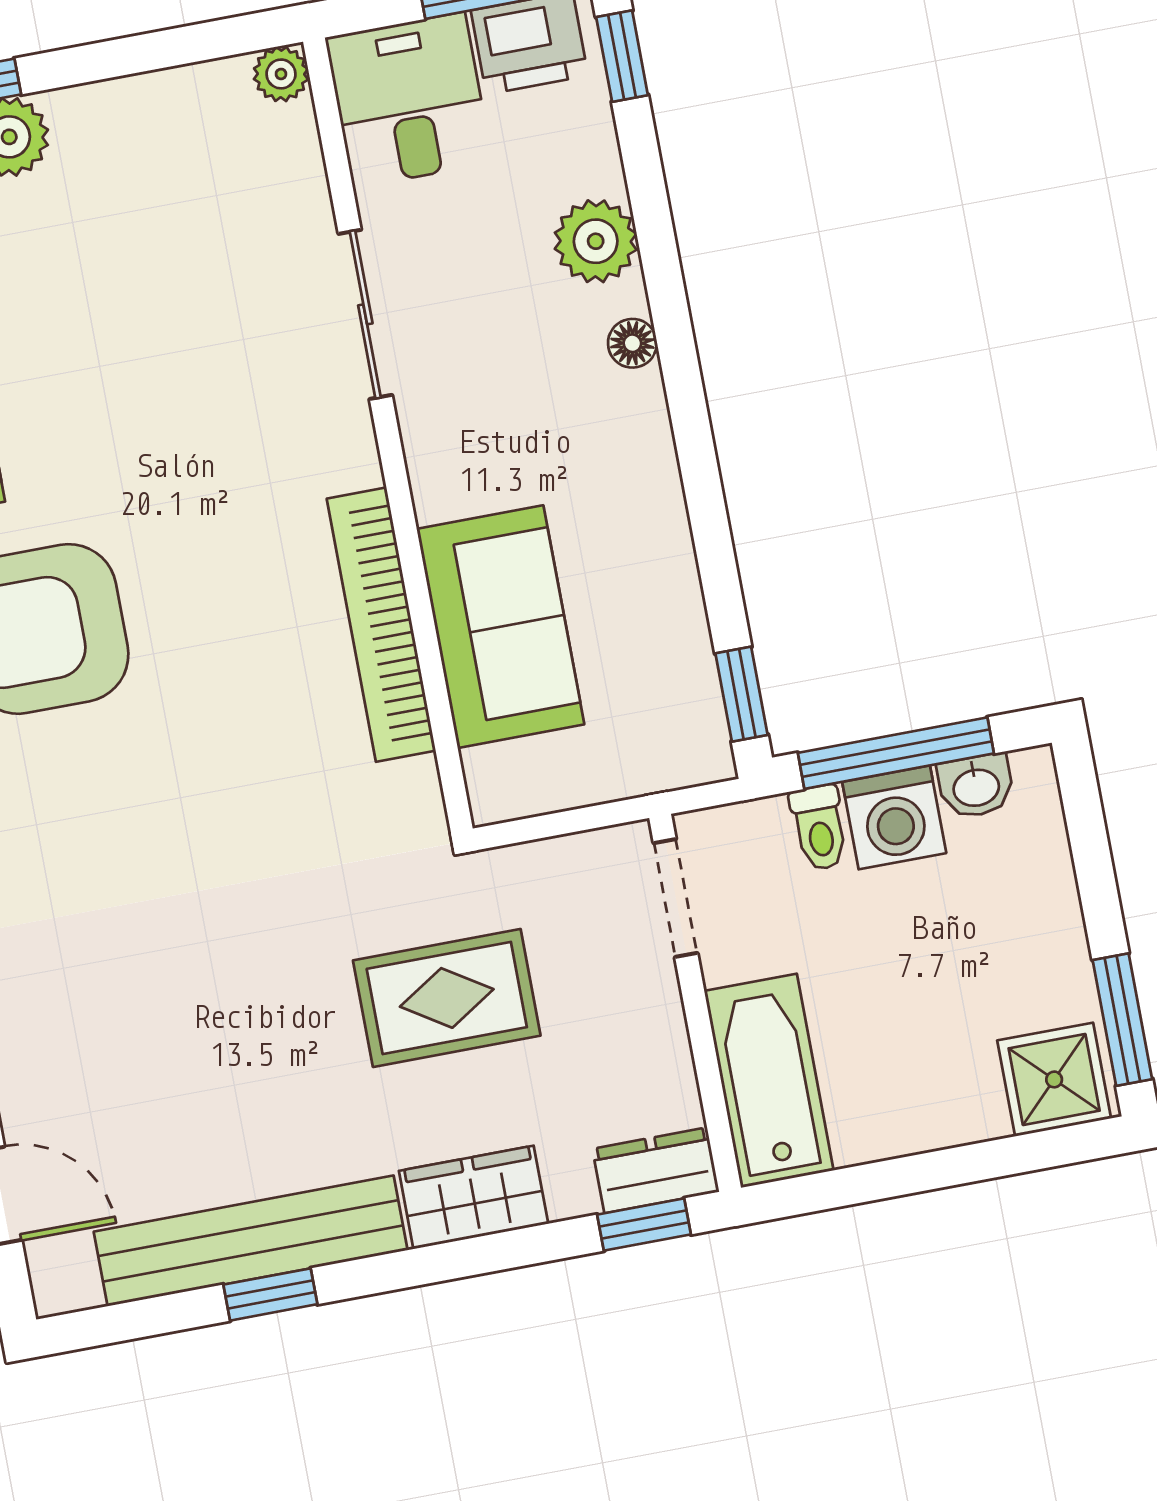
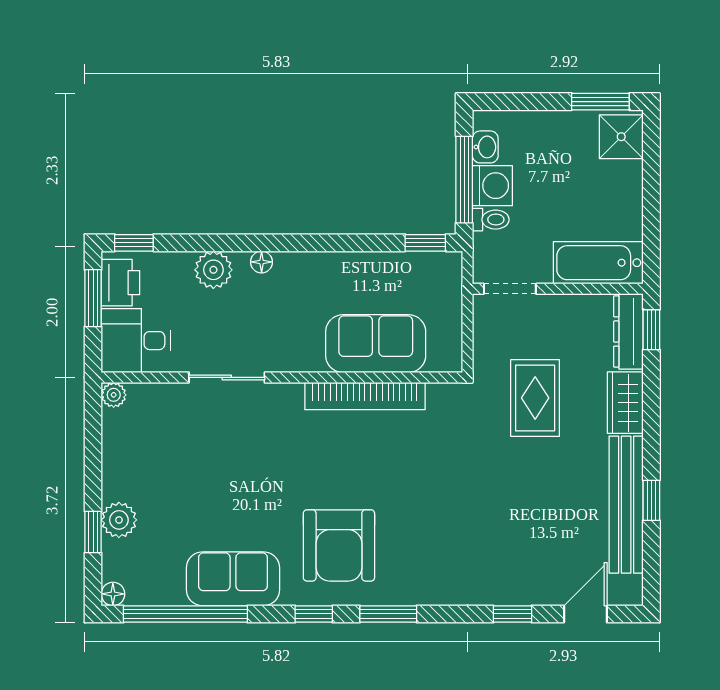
dresser: (656, 1170) -> (628, 331), width x1.44

